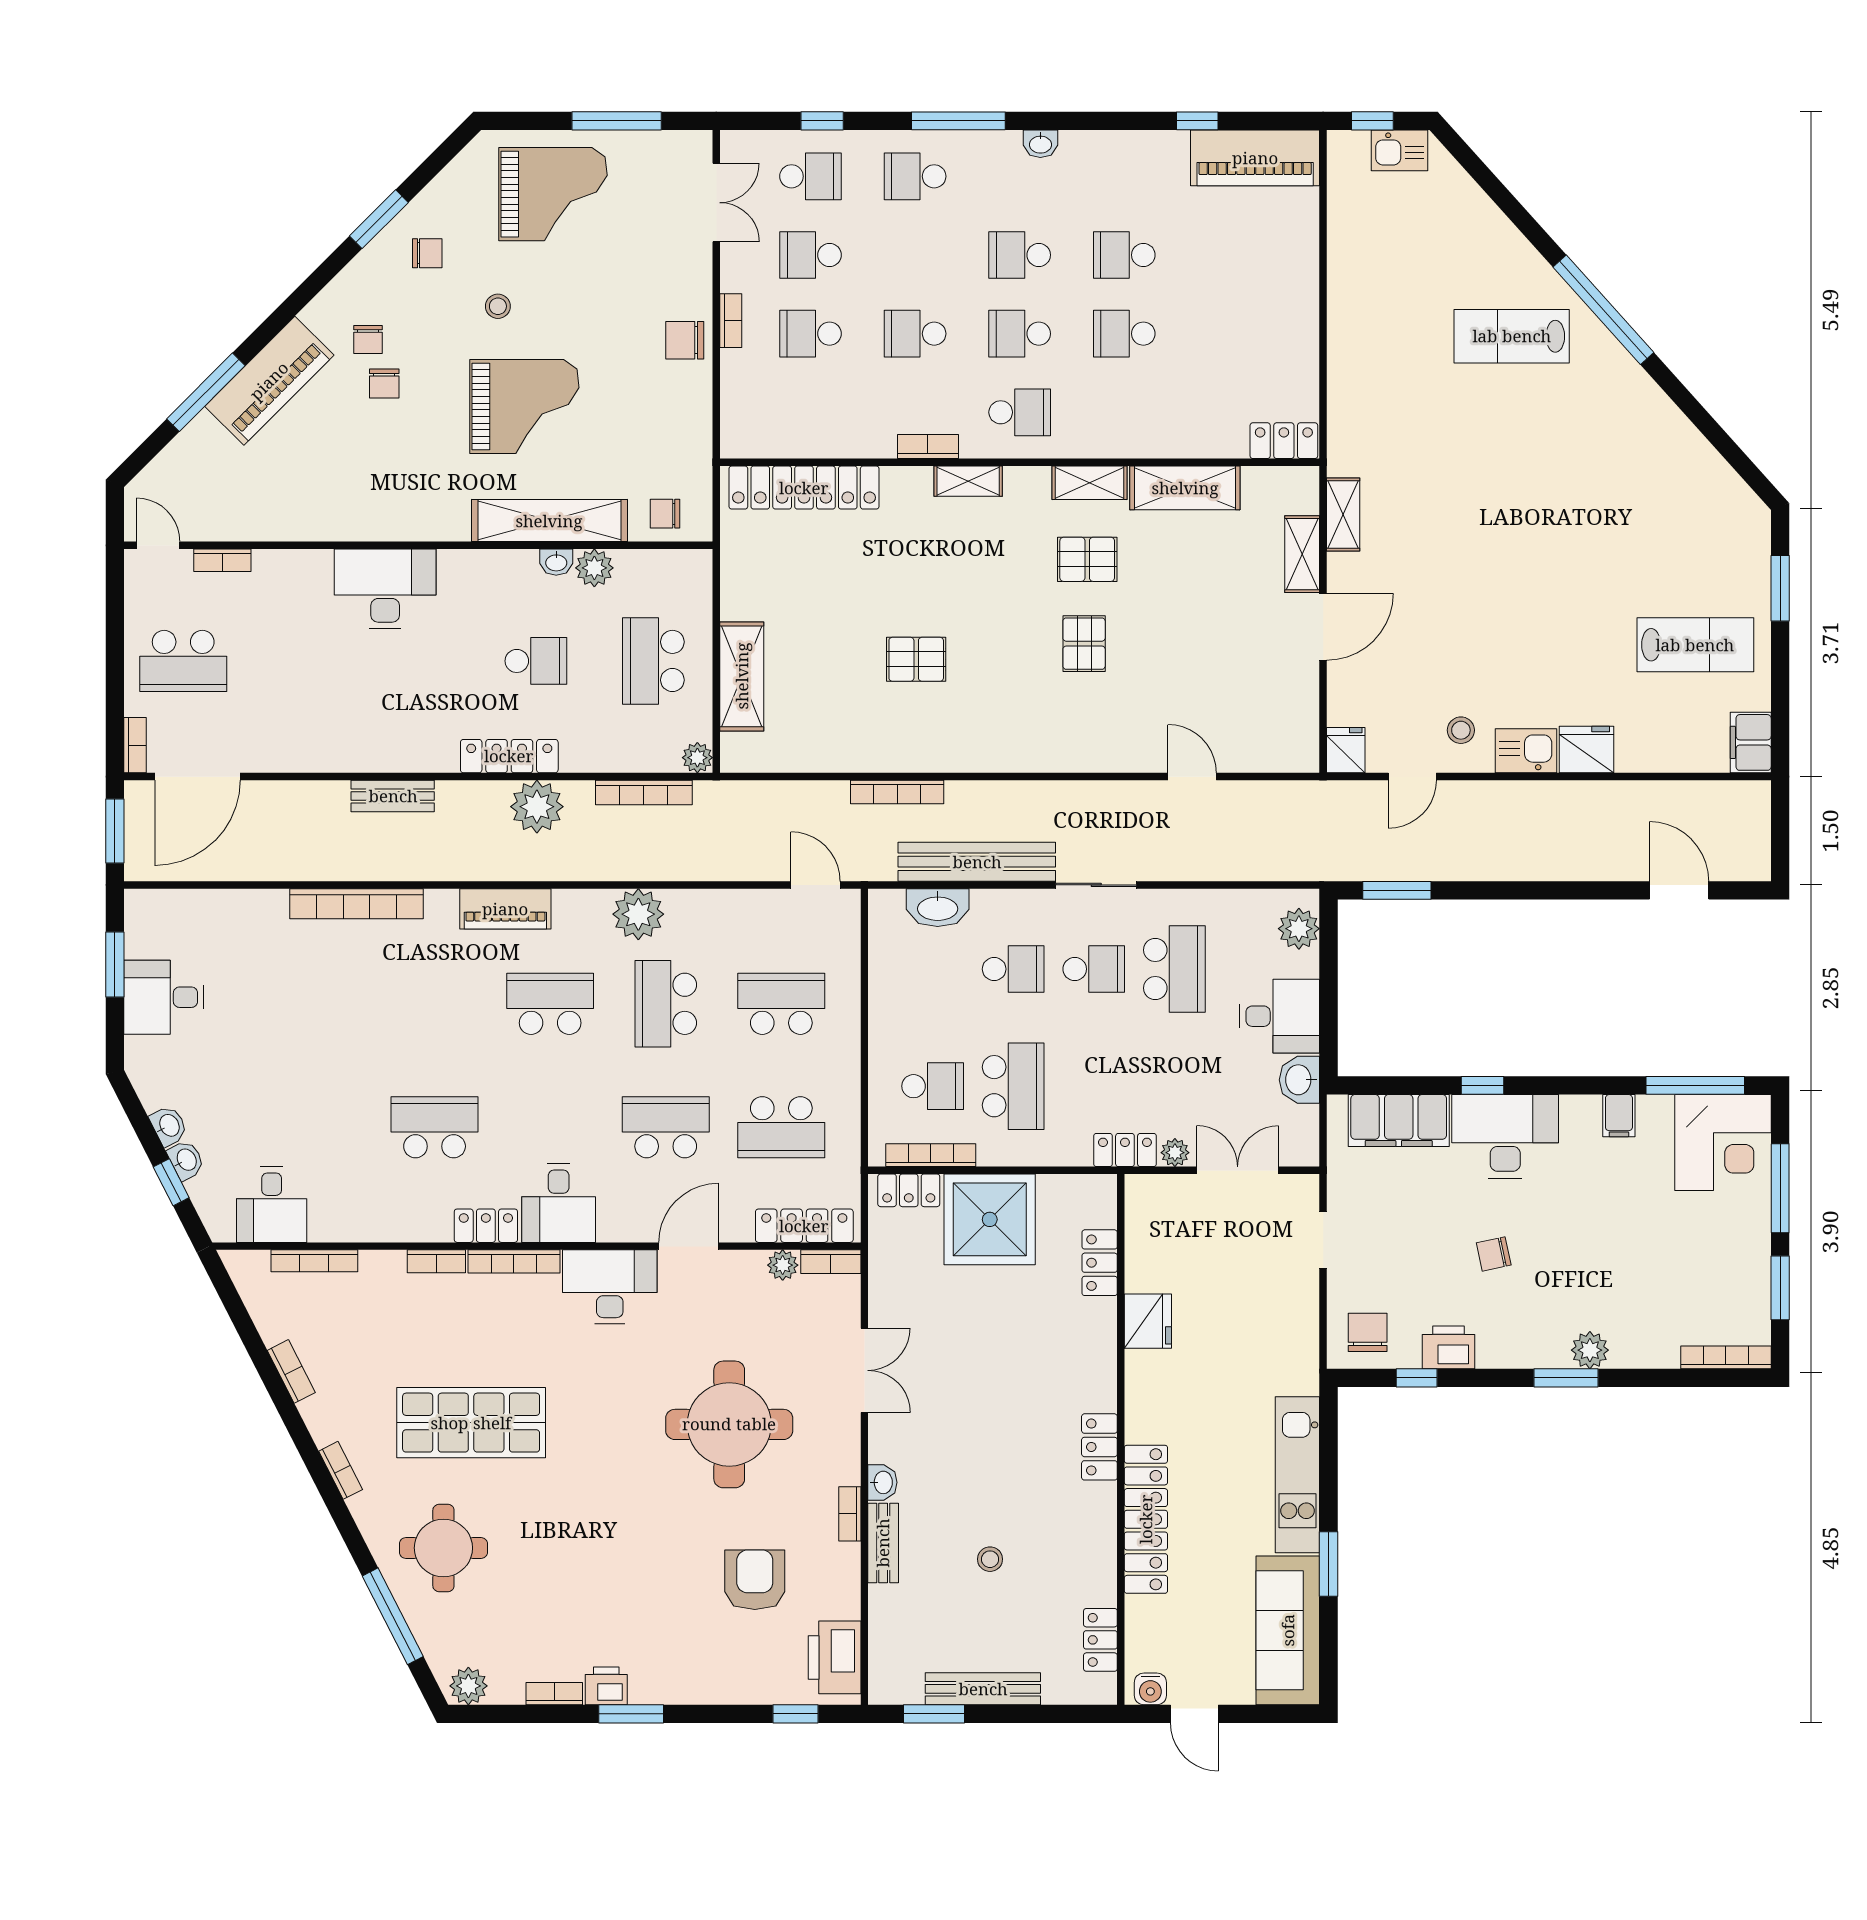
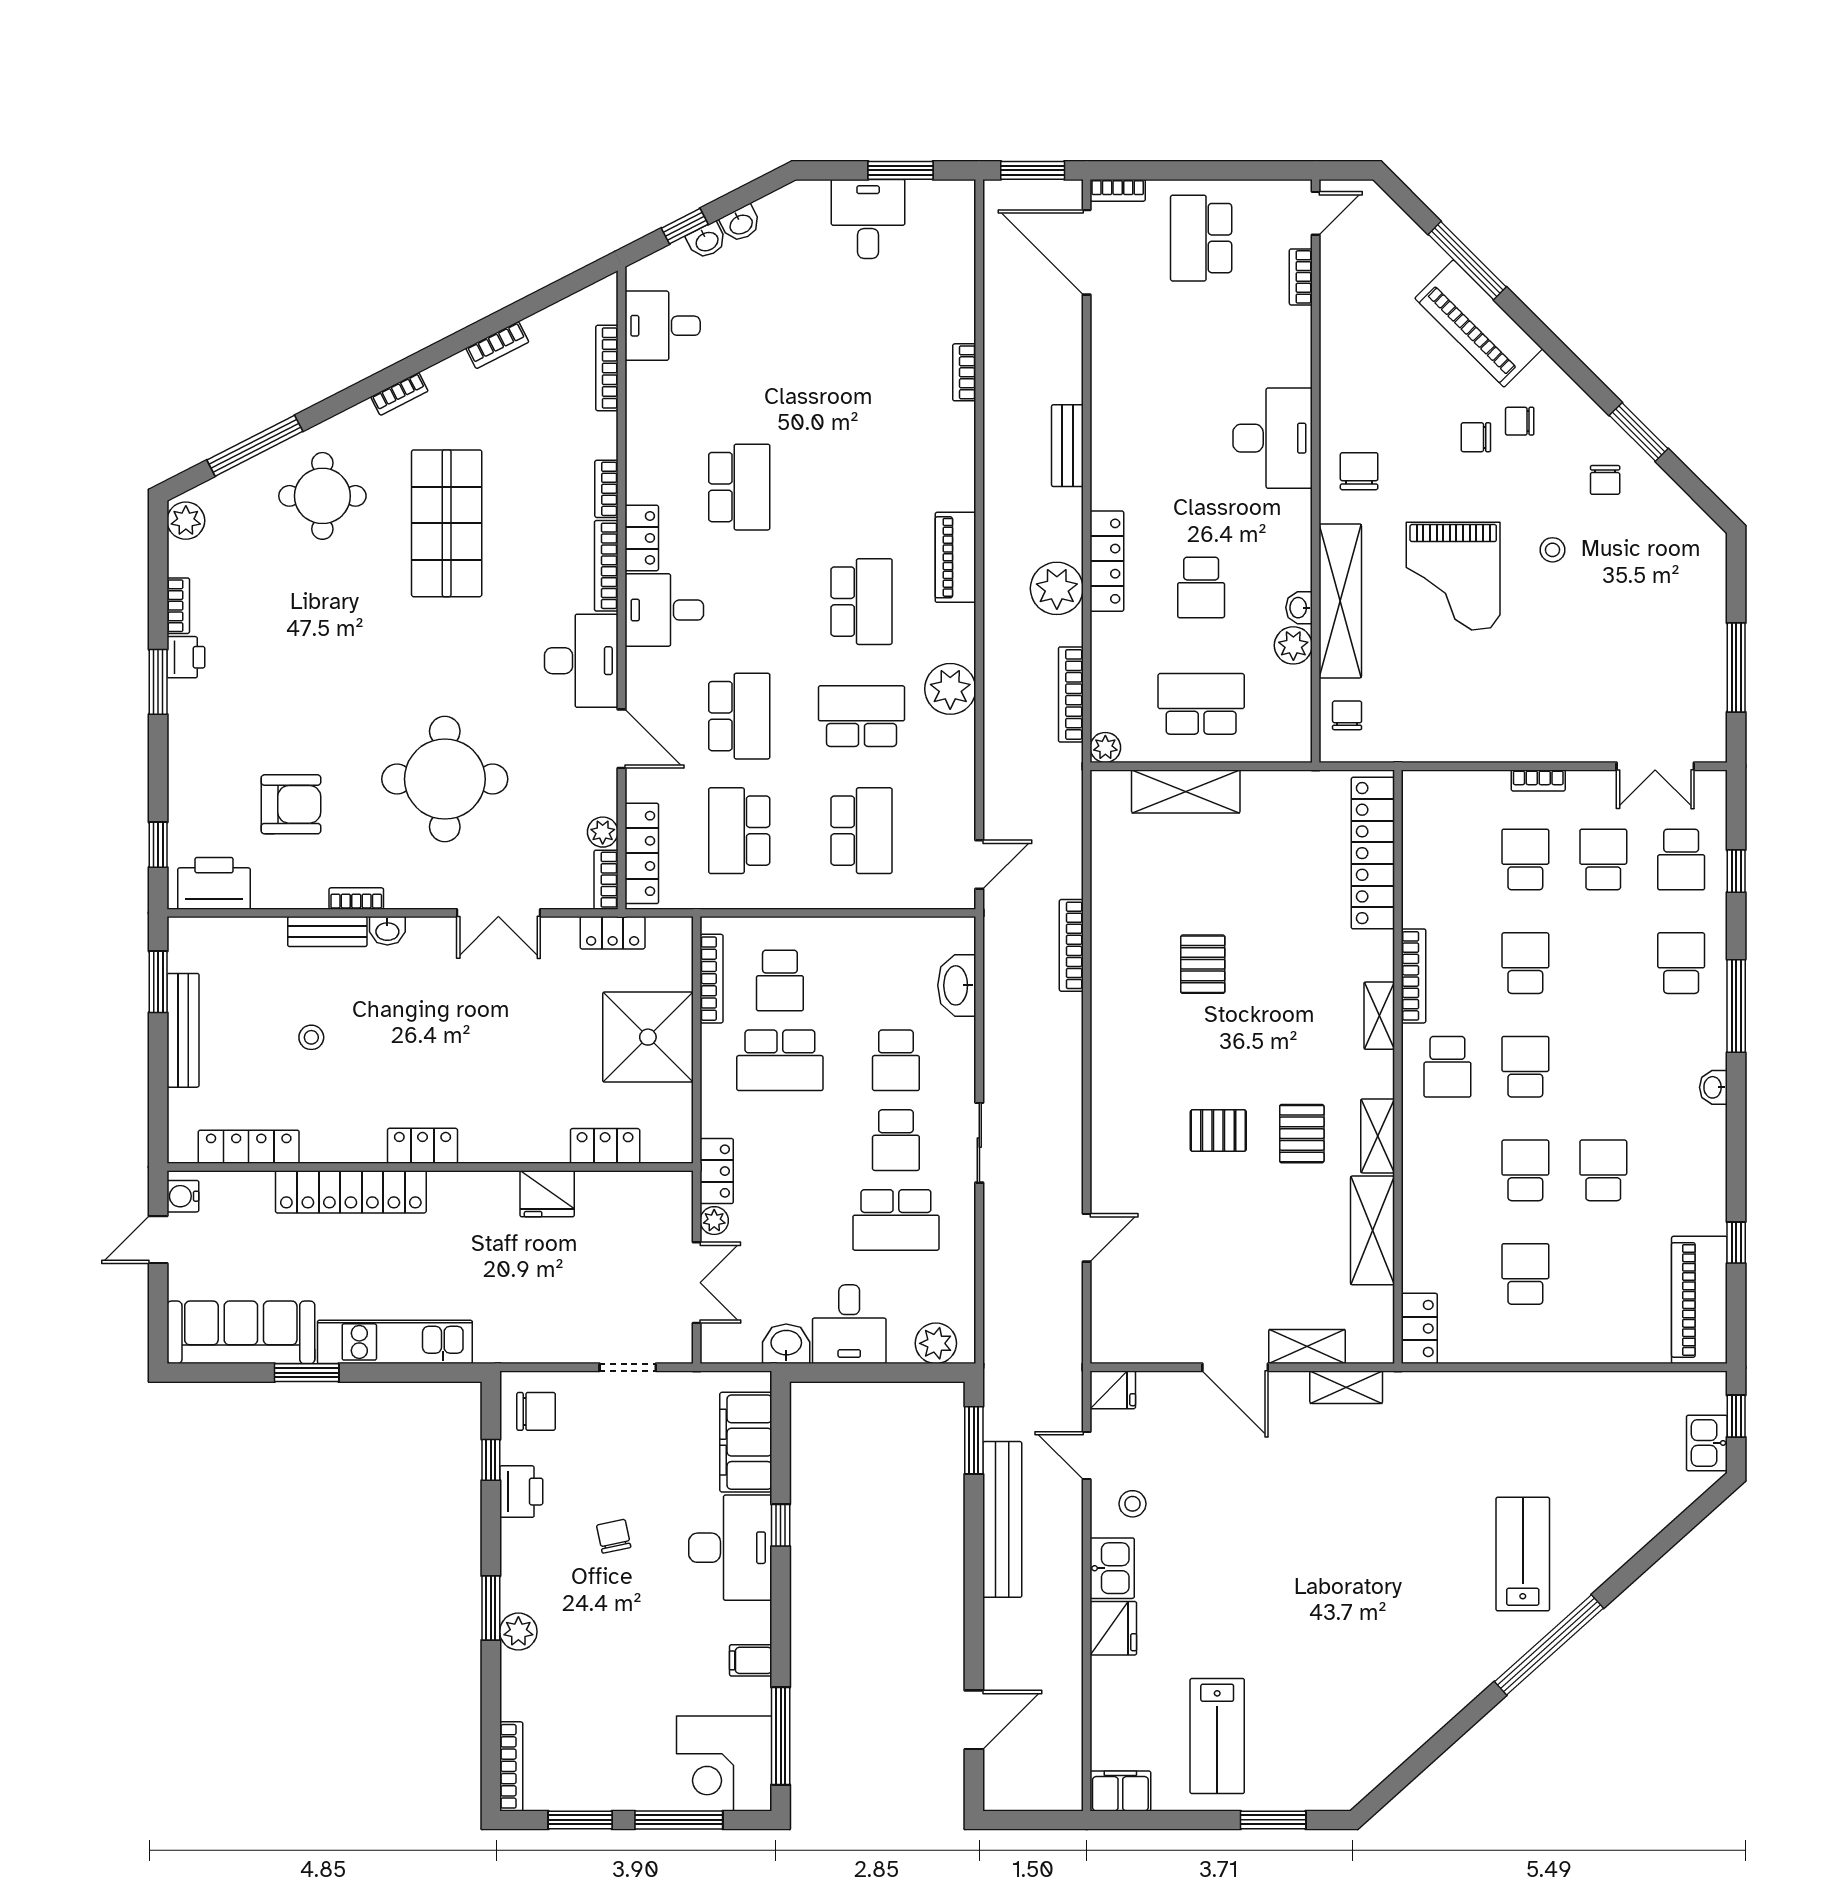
grand piano: (553, 194) -> (1664, 604), removed
school desk: (1020, 255) -> (1525, 1274), moved
chair: (685, 340) -> (1359, 471), moved
bookcase: (928, 446) -> (1414, 976), width x1.56
bench: (977, 862) -> (1002, 1519), moved
bookcase: (357, 904) -> (964, 372), width x0.43, depth x0.76
locker: (909, 1190) -> (613, 933), moved, turned -90
locker: (1100, 1640) -> (249, 1147), width x1.53

